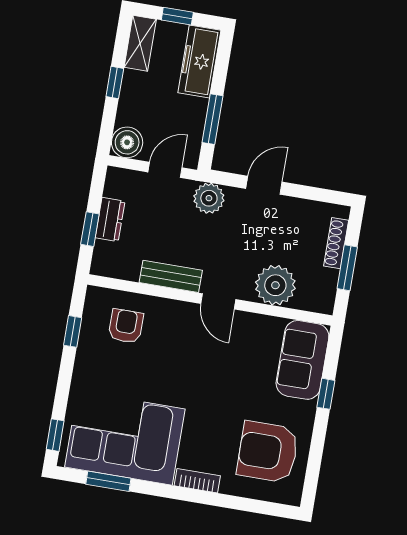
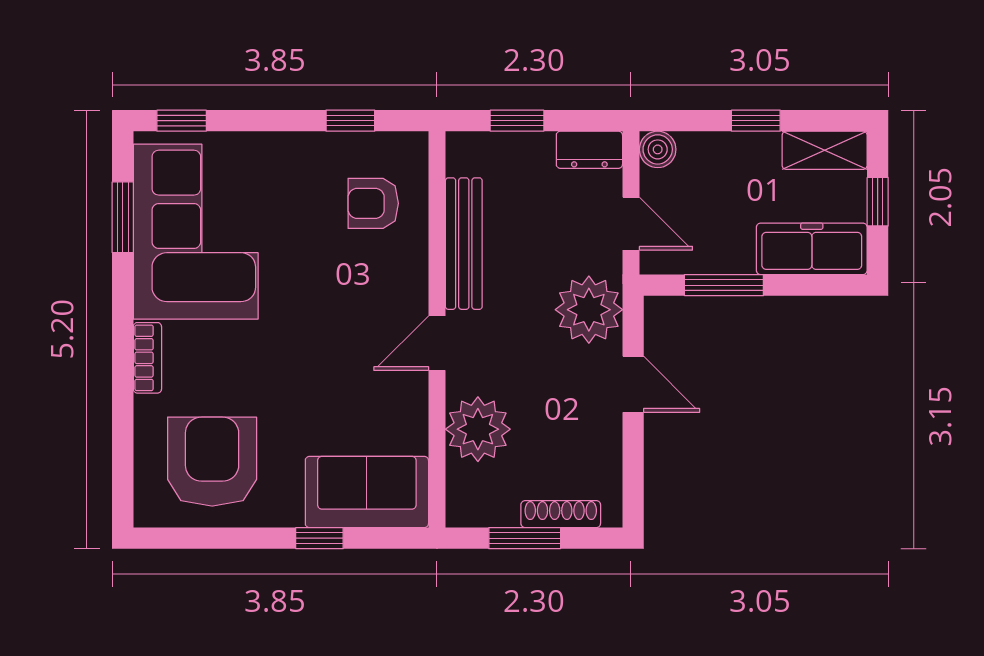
boiler: (127, 142) -> (658, 149), width x0.73, depth x0.73
plant: (209, 198) -> (589, 310), width x1.36, depth x1.36
dresser: (110, 219) -> (589, 150), moved
bench: (171, 276) -> (464, 244), width x1.36
armchair: (126, 326) -> (373, 203), turned 180

